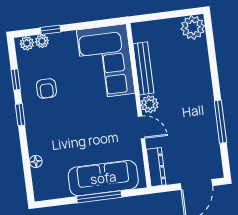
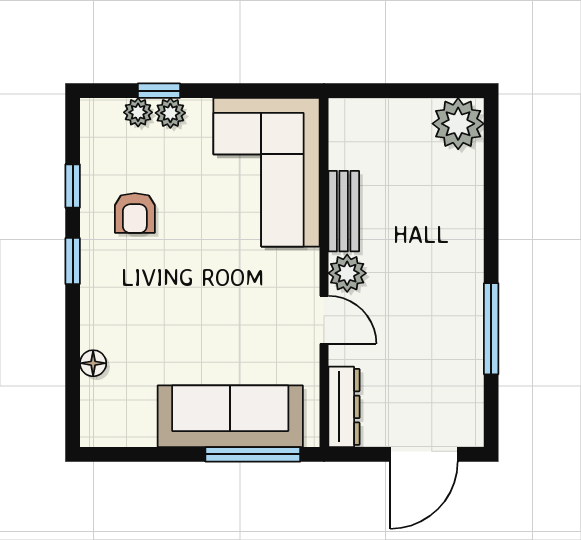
plant: (27, 43) -> (170, 113), moved
bench: (143, 68) -> (344, 211), width x0.73
window: (99, 197) -> (253, 454), moved

